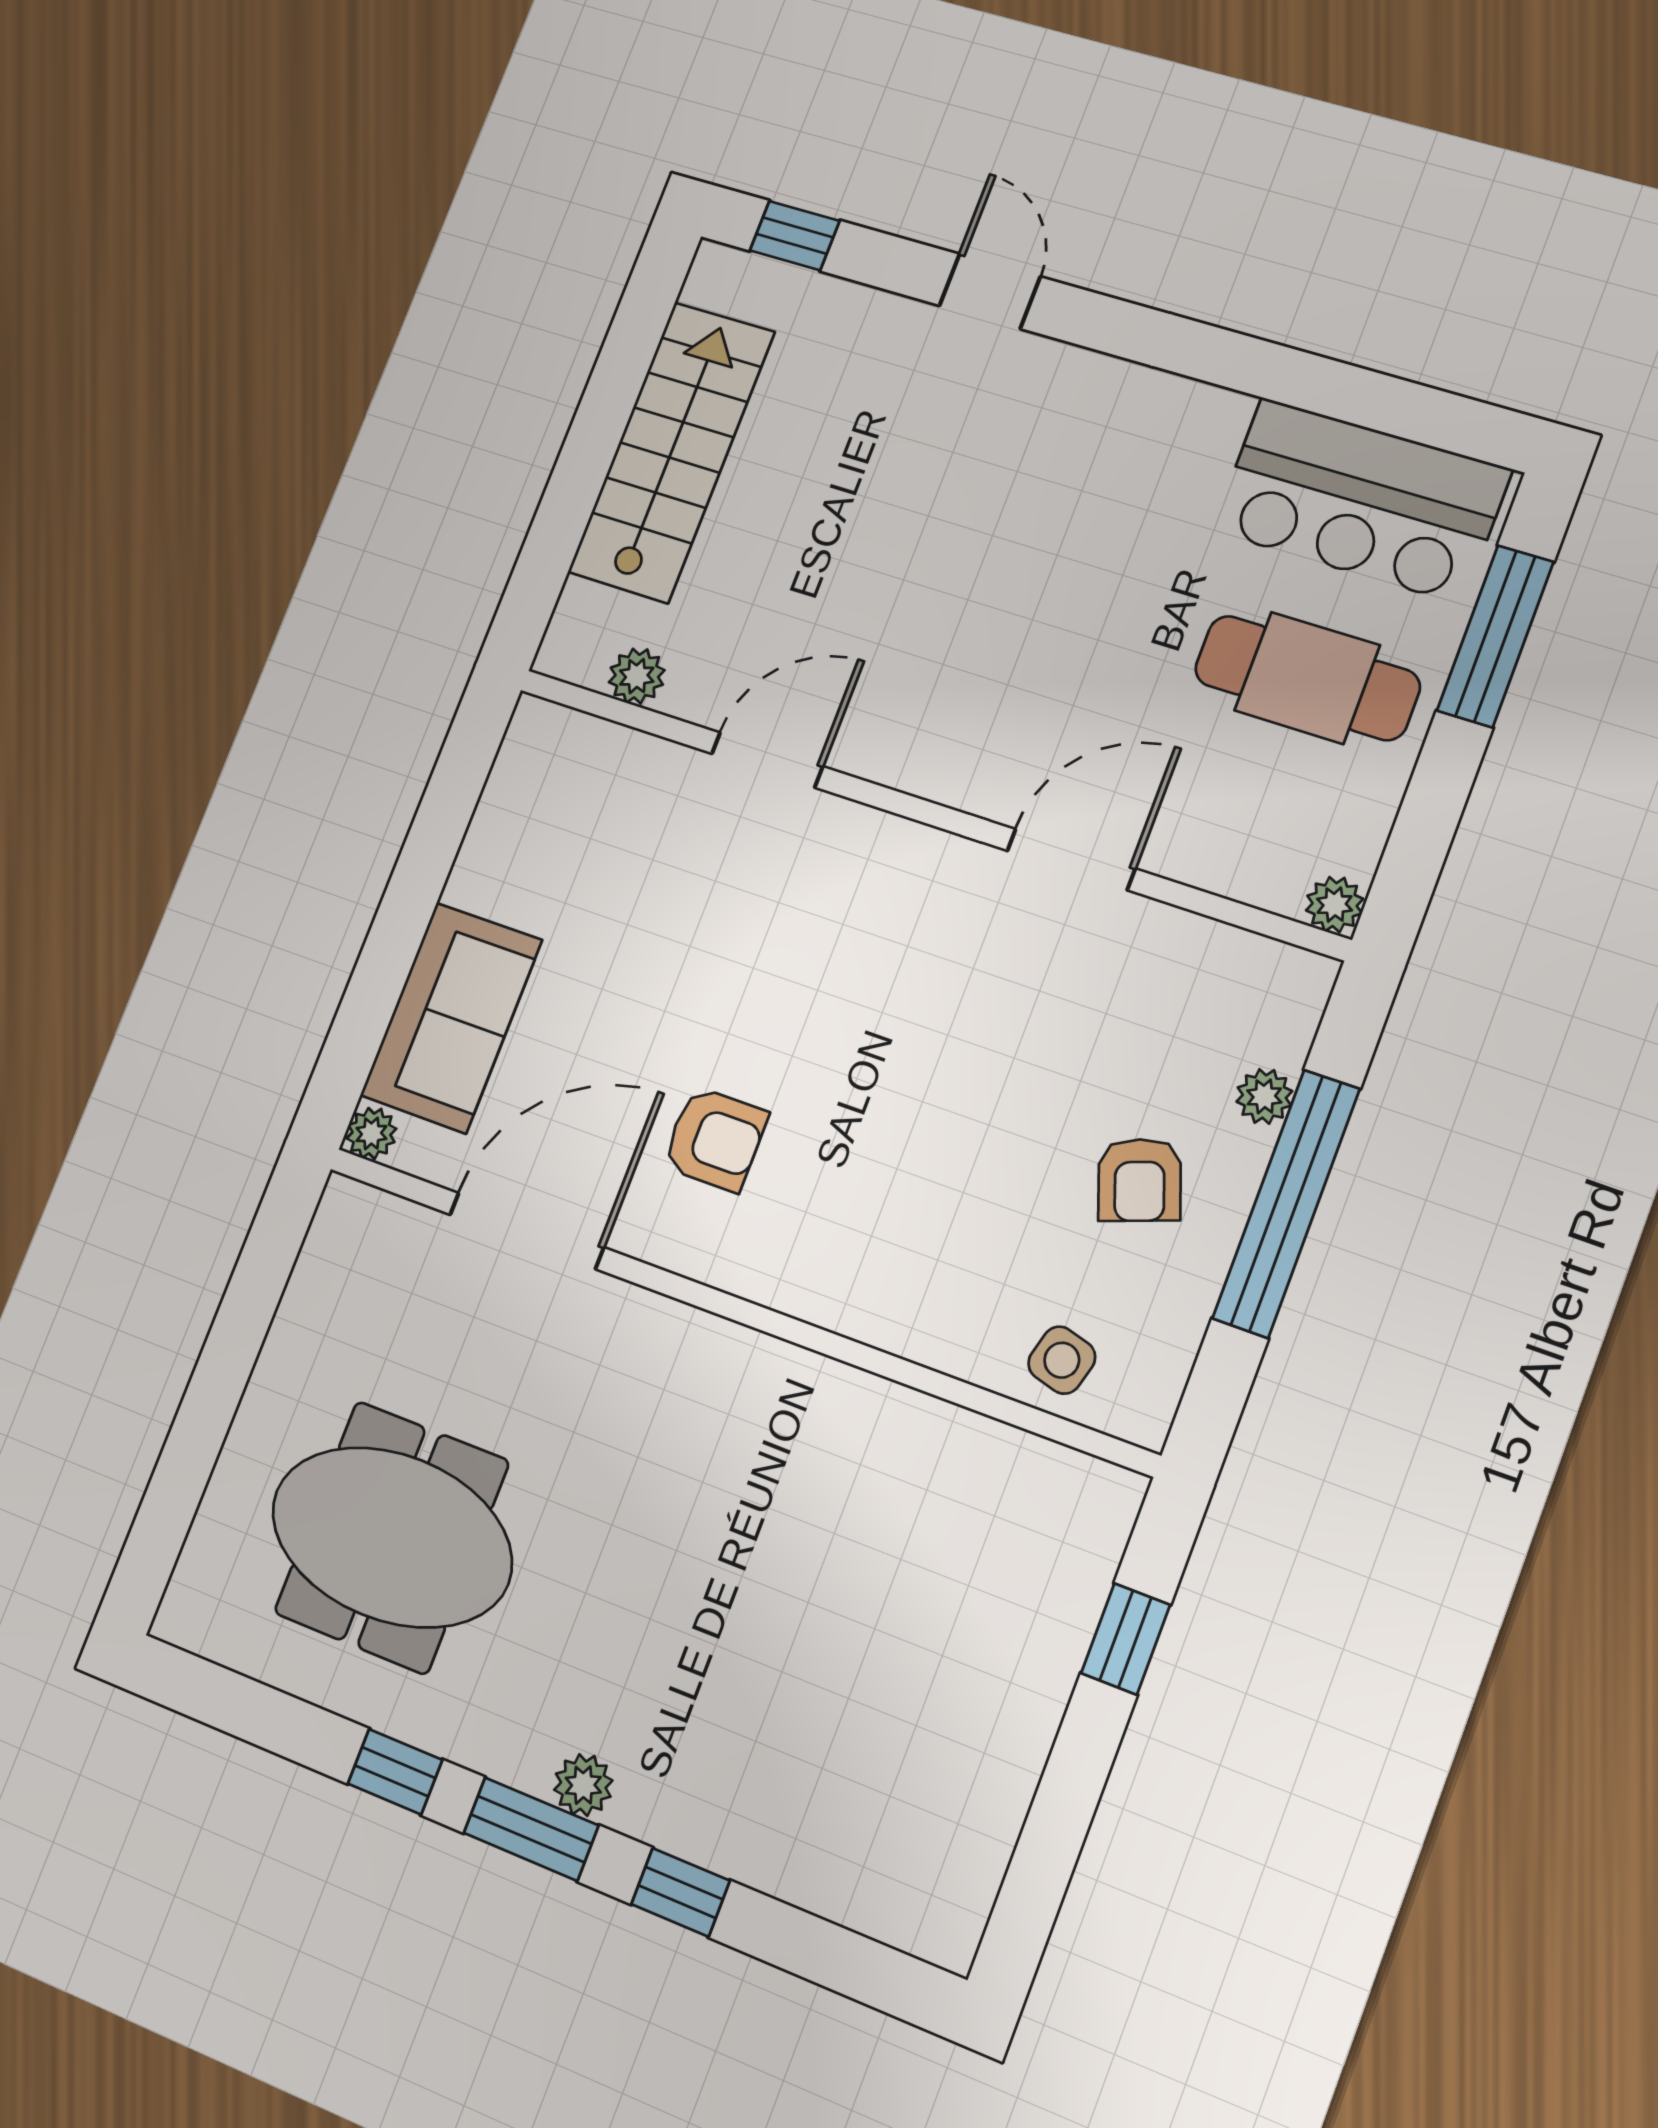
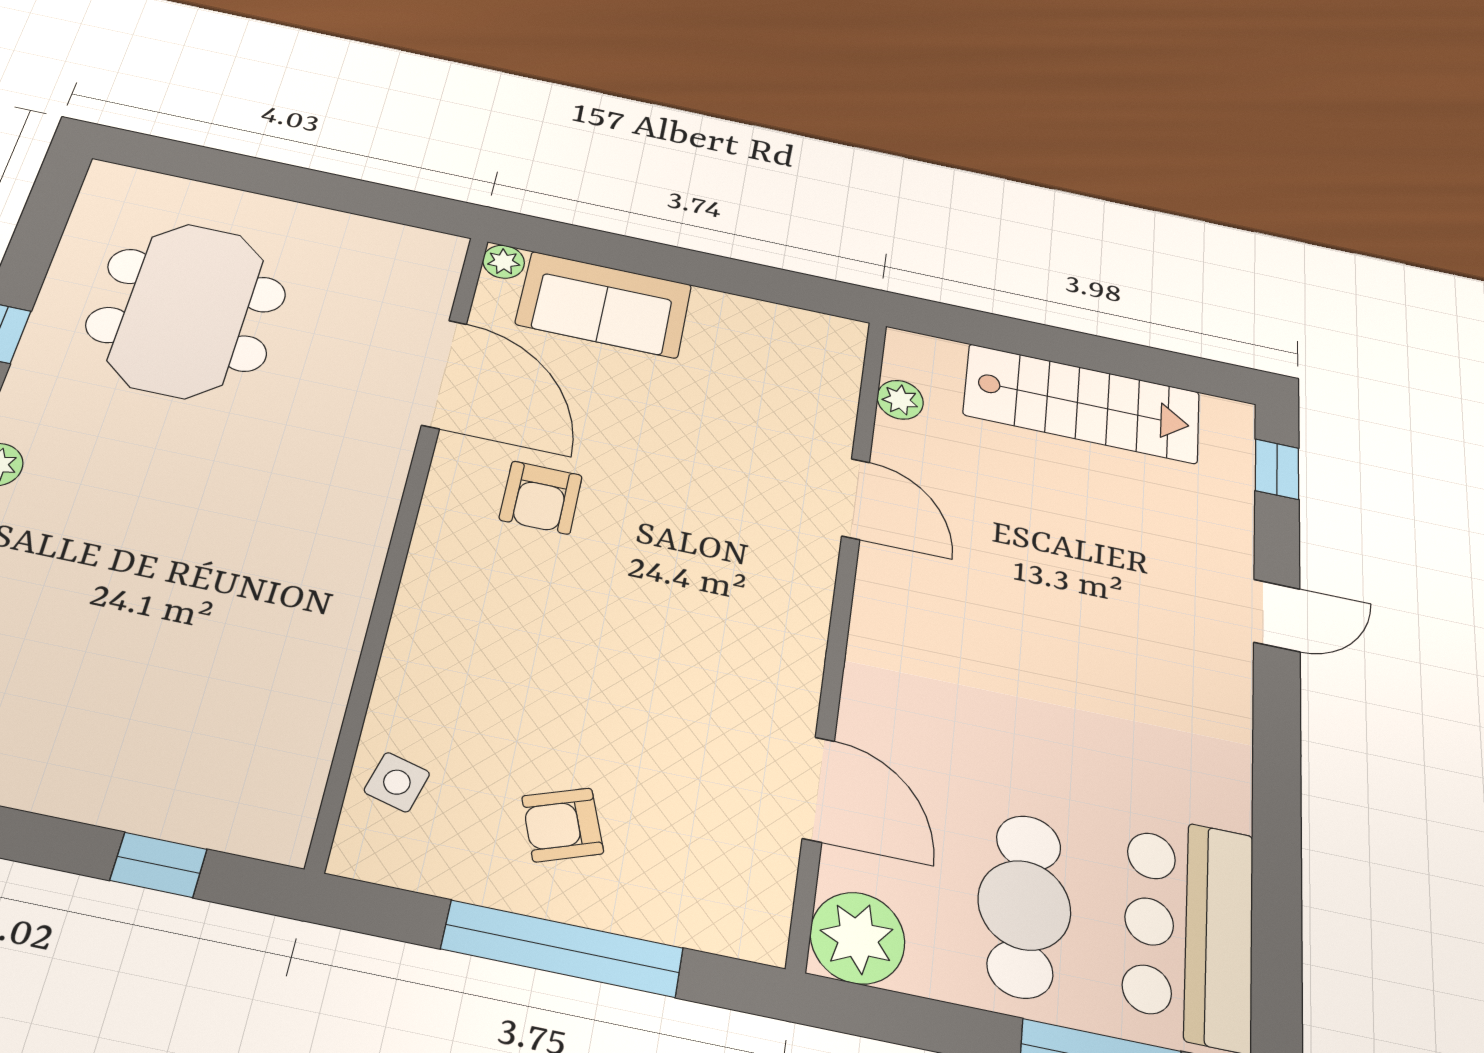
door: (1071, 860) -> (819, 789), moved
plant: (1335, 905) -> (858, 938), width x1.88, depth x1.88
plant: (1264, 1096) -> (653, 918), removed

